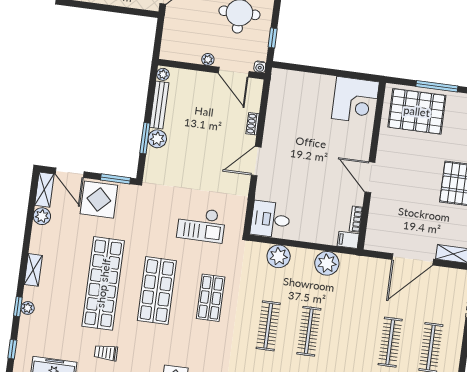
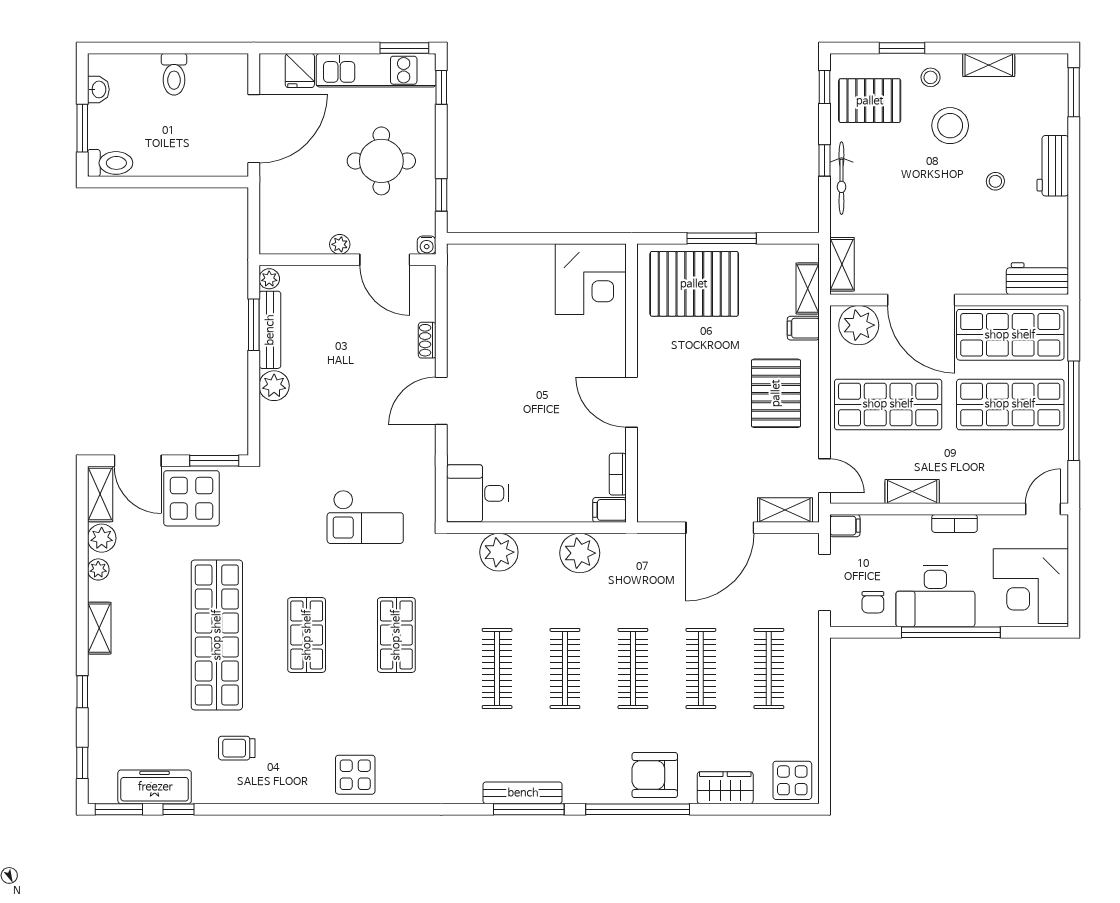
window: (145, 138) -> (254, 325), moved
shop shelf: (157, 291) -> (307, 635), width x0.70, depth x0.74
plant: (28, 308) -> (98, 569), moved
clothes rail: (349, 337) -> (633, 668), added

